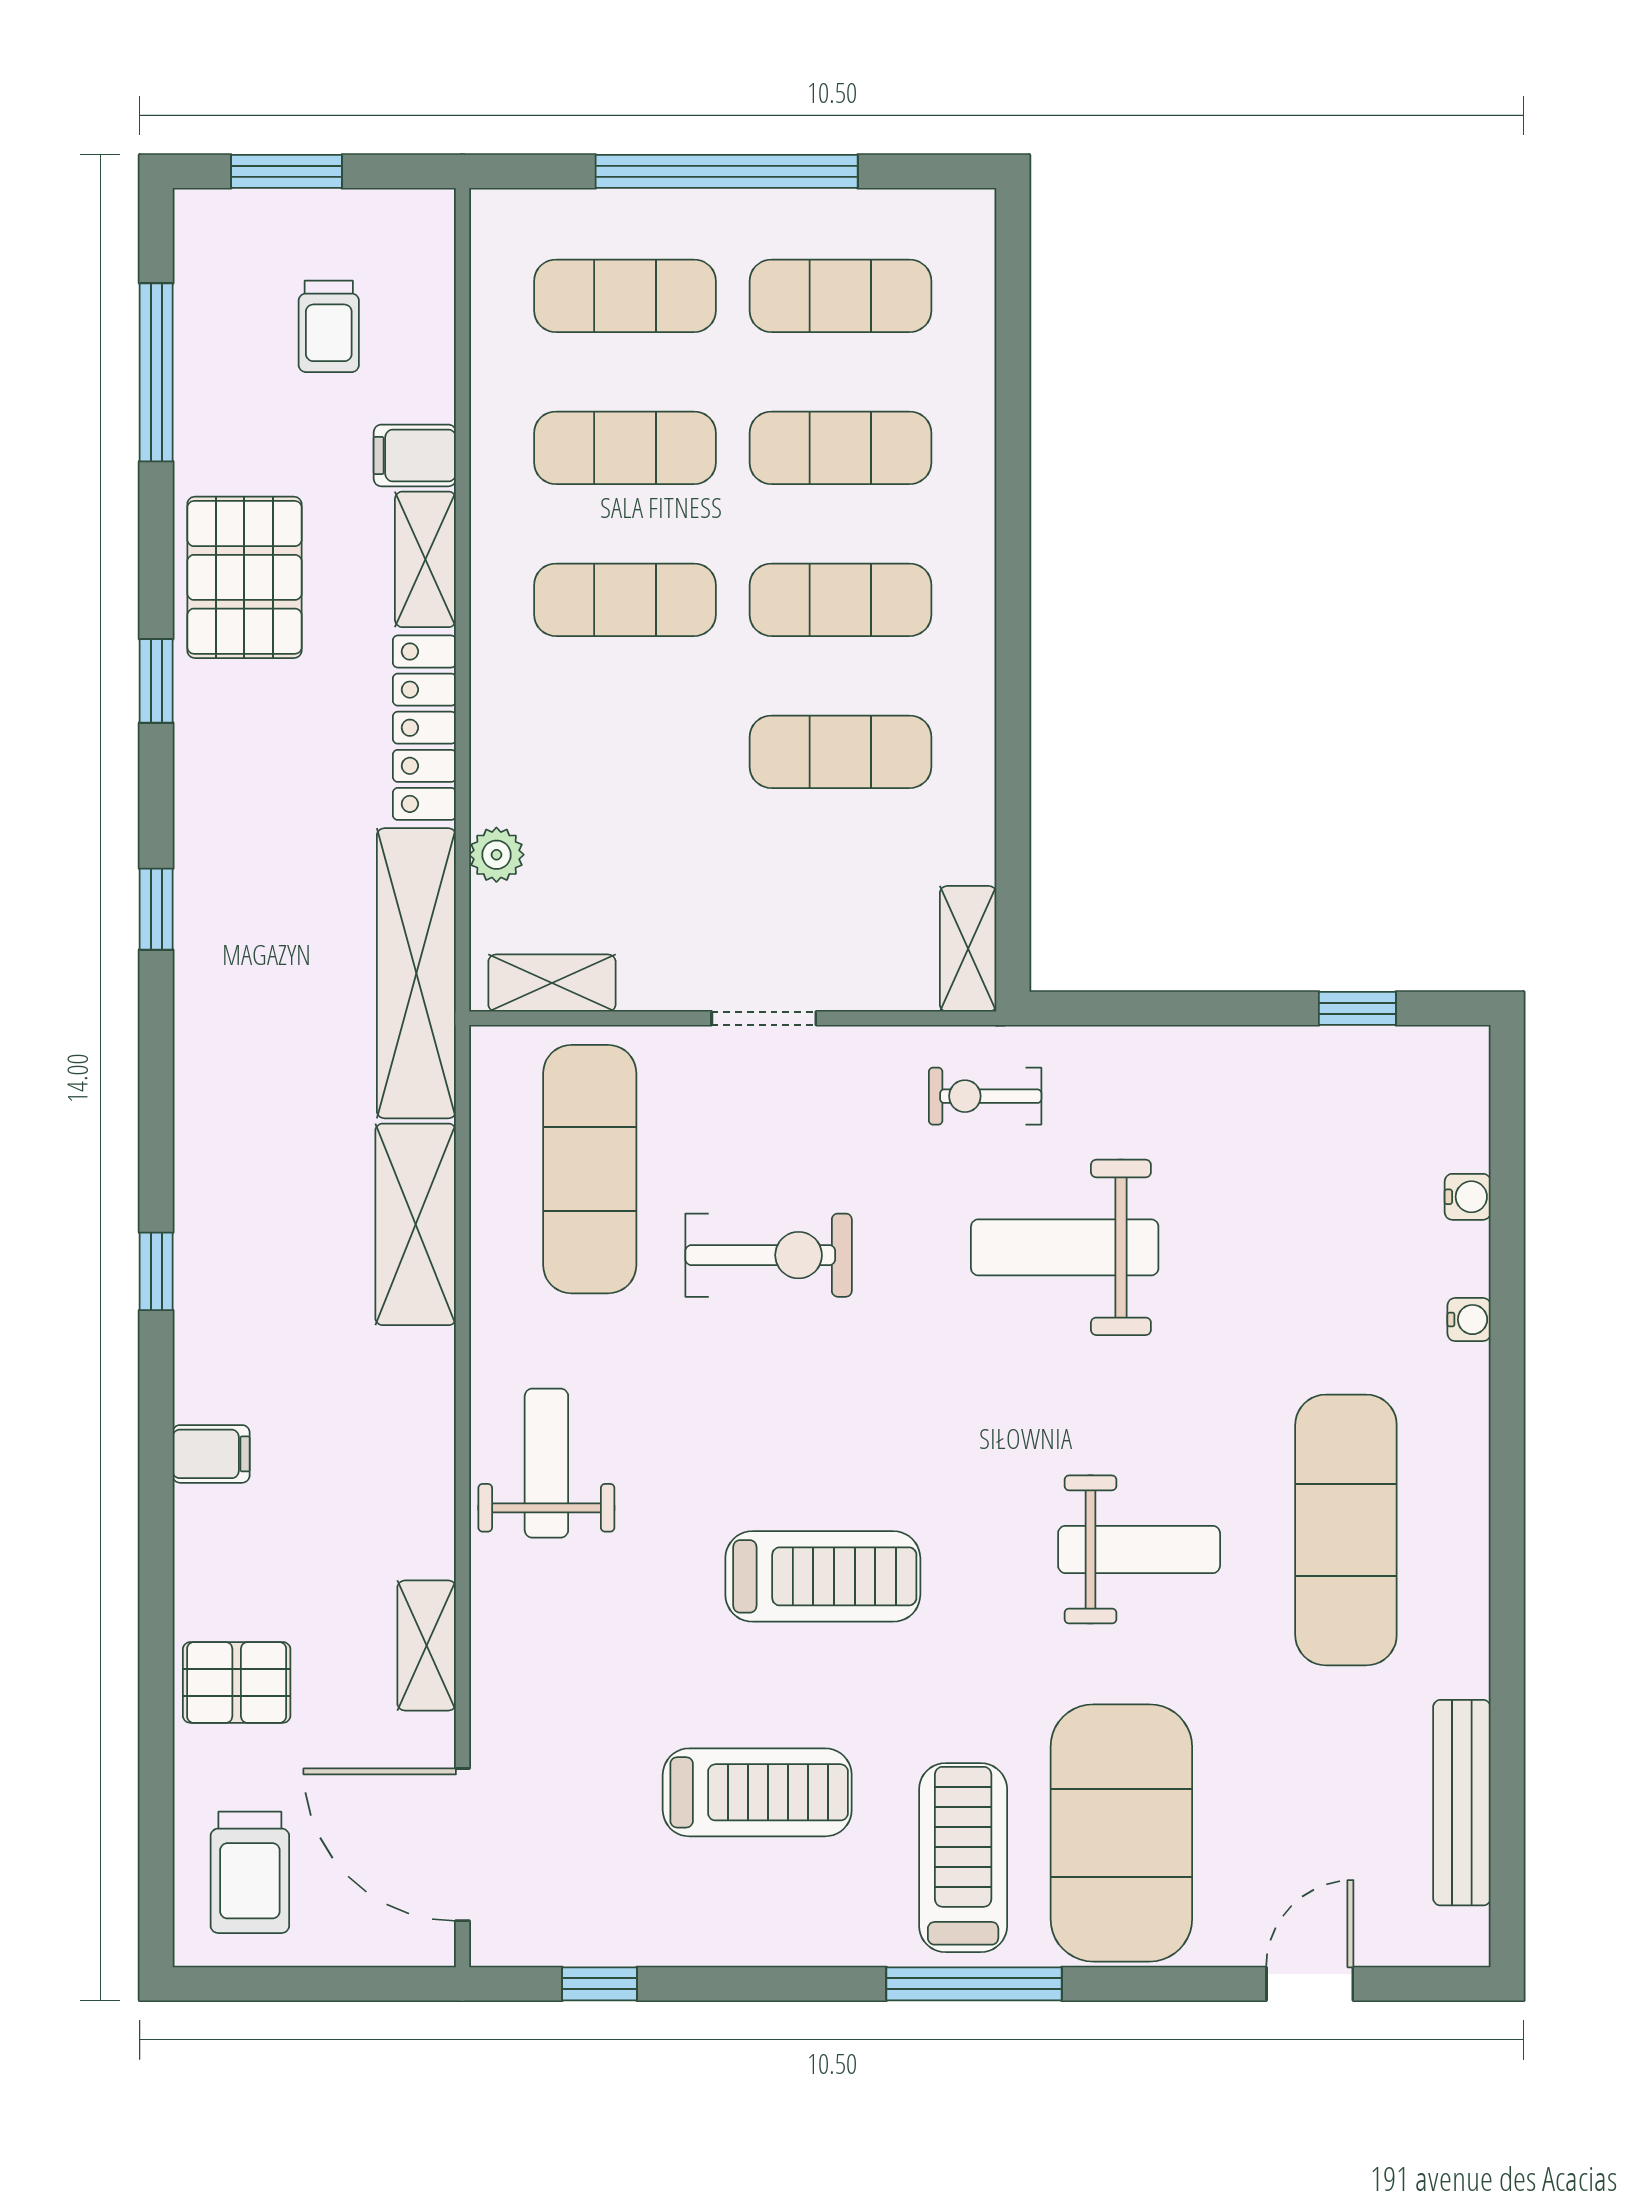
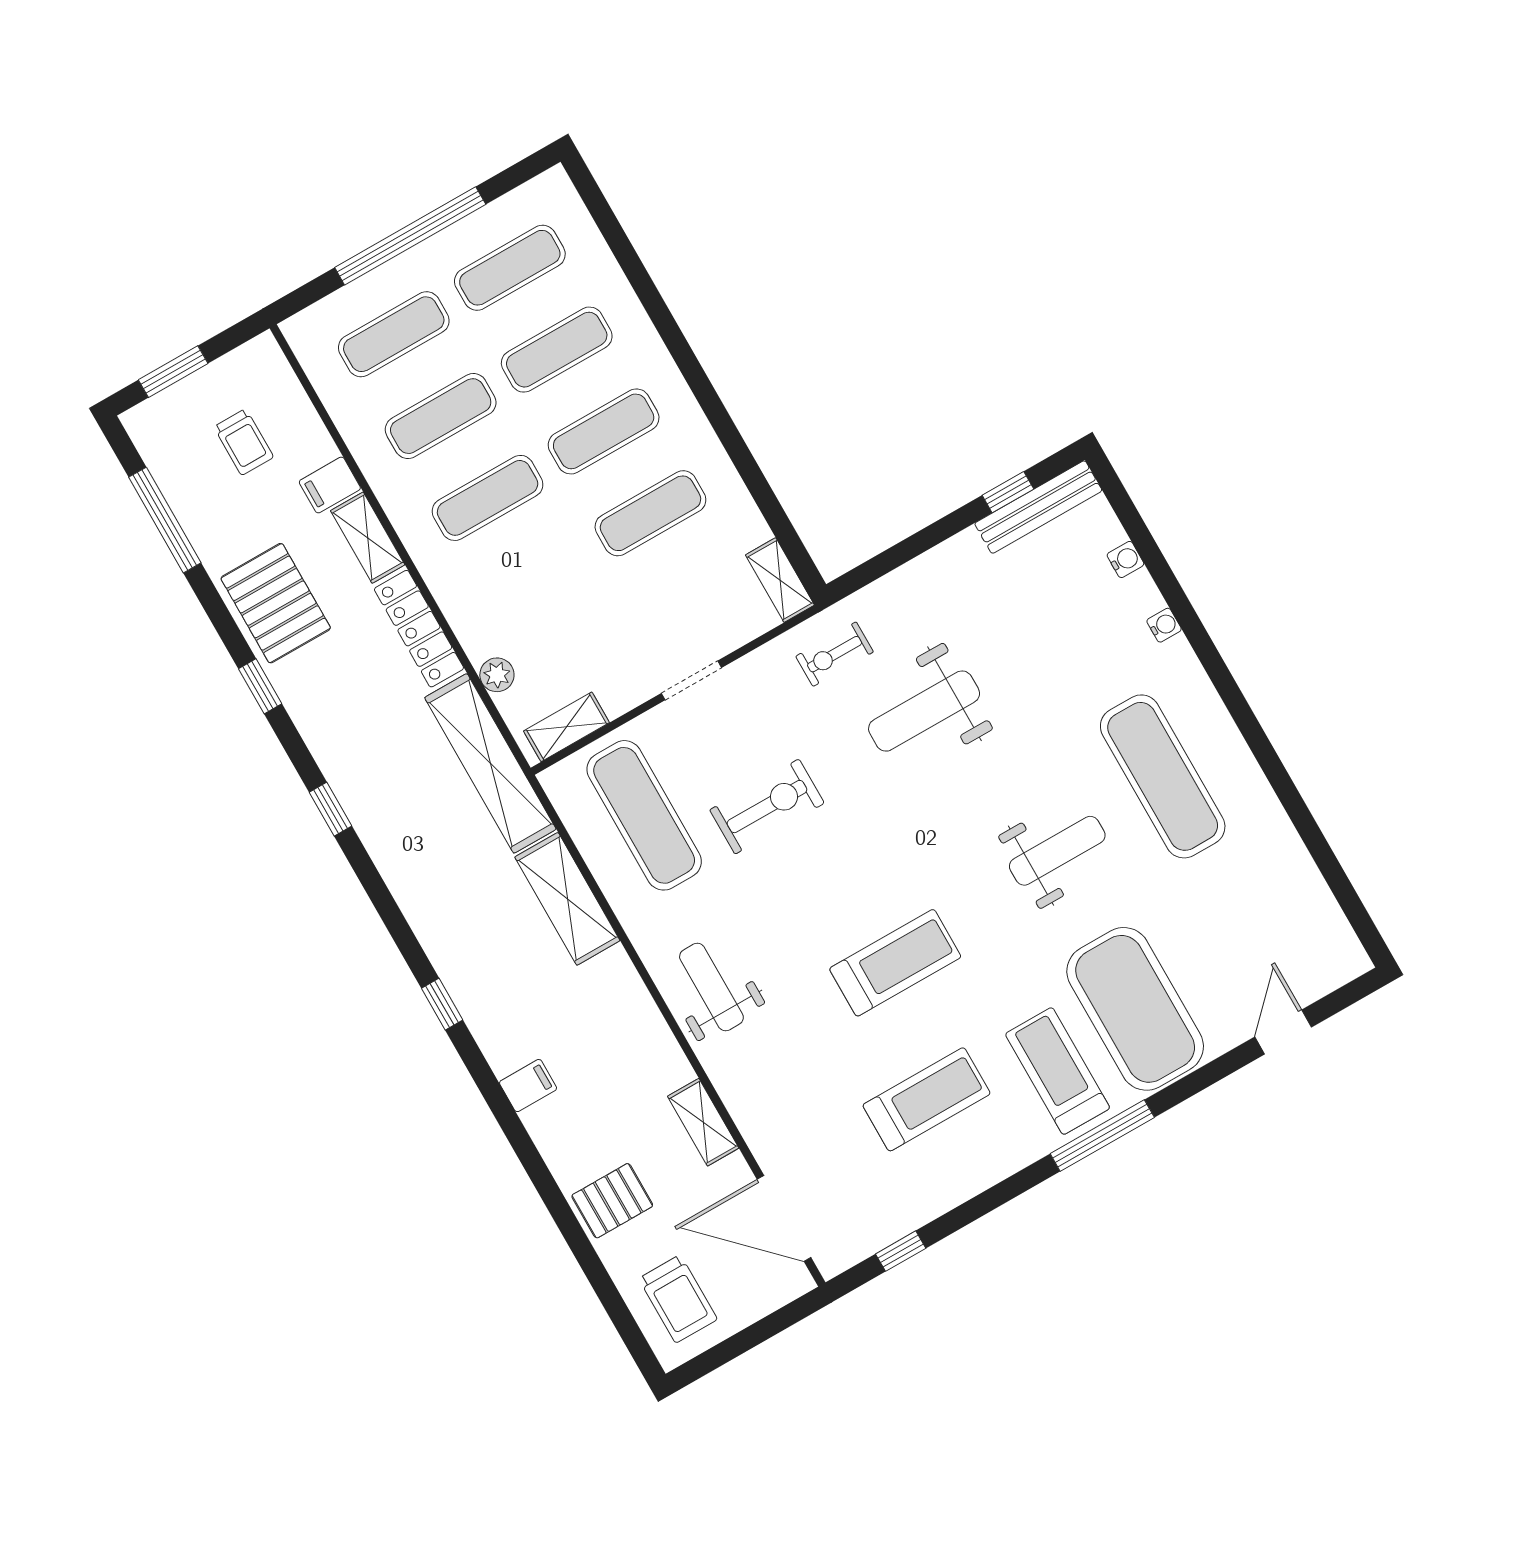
bench: (1462, 1803) -> (1038, 507), moved, turned 90

